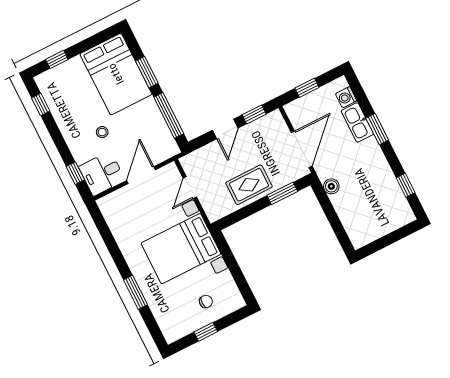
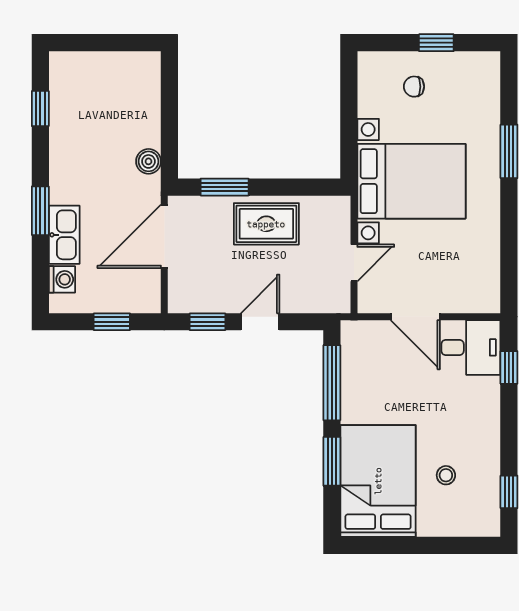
window: (57, 59) -> (453, 545), removed
stool: (102, 132) -> (446, 475), moved
door: (141, 175) -> (415, 317), hinge flipped

